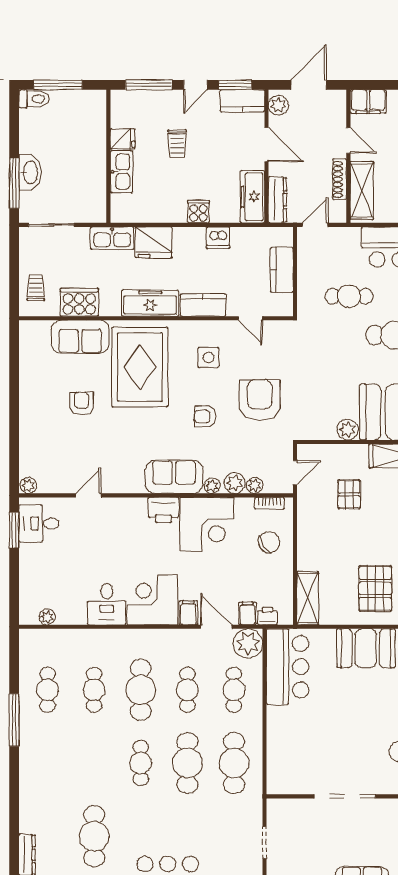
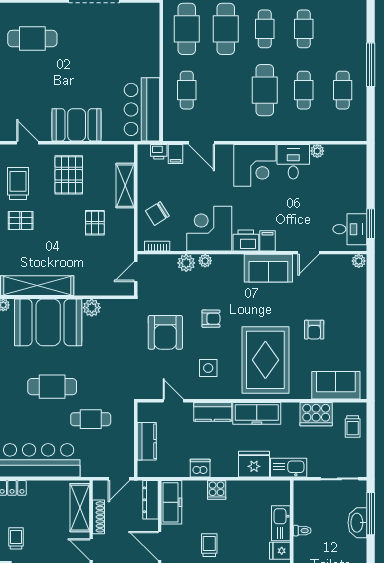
trolley: (177, 144) -> (209, 545), moved
toilet: (96, 163) -> (302, 531), added
sofa: (80, 337) -> (336, 385), moved
sofa: (174, 477) -> (268, 268), moved
plant: (255, 485) -> (169, 261), removed
pallet: (349, 494) -> (95, 223), moved
shelving: (308, 598) -> (125, 186), moved
filing cabinet: (188, 613) -> (267, 241), moved, turned 180
plant: (47, 617) -> (317, 151), moved
plant: (248, 643) -> (175, 129), removed
cafe table: (187, 690) -> (304, 29), moved

